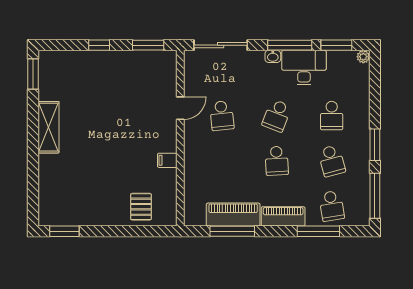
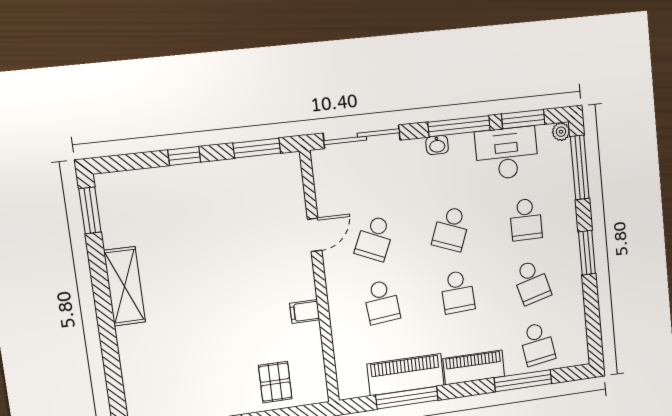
desk: (304, 68) -> (507, 153), moved
school desk: (222, 116) -> (375, 238), turned 30
school desk: (222, 161) -> (382, 302), added
window: (375, 196) -> (580, 167), moved

